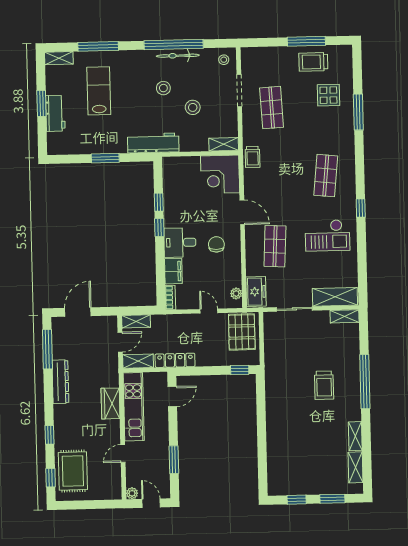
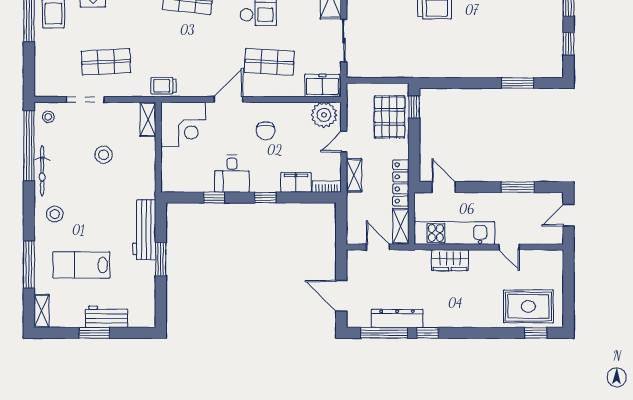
window: (174, 45) -> (29, 146), moved
stool: (163, 88) -> (55, 214), moved
workbench: (153, 143) -> (144, 230), moved
trolley: (252, 157) -> (164, 86), turned 180
window: (159, 228) -> (265, 198), moved
desk: (180, 242) -> (232, 174), moved
chair: (216, 244) -> (266, 131), turned -90
plant: (236, 293) -> (324, 115), width x1.88, depth x1.88
shelving: (136, 321) -> (354, 175), moved
pallet: (242, 332) -> (389, 117), moved, turned 90
dresser: (60, 382) -> (397, 318), moved
window: (50, 435) -> (428, 333), moved
window: (262, 457) -> (518, 83), added
plant: (132, 493) -> (556, 237), removed

